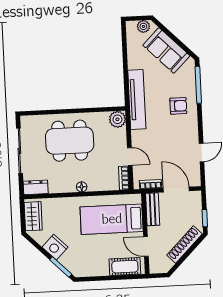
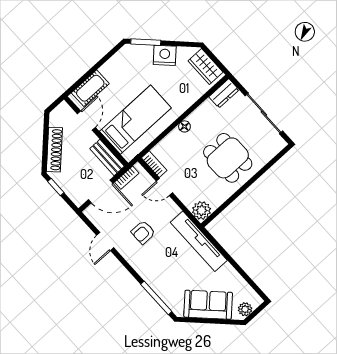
armchair: (178, 106) -> (143, 232), moved
dining table: (70, 141) -> (228, 158), width x0.73
door: (146, 247) -> (86, 121), hinge flipped

